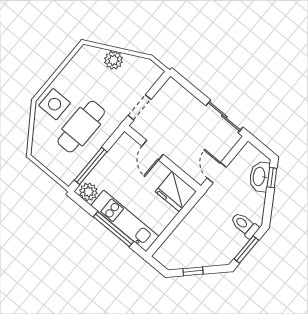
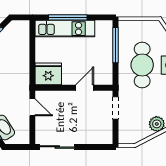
door: (153, 150) -> (85, 88), hinge flipped
plant: (88, 192) -> (103, 28), removed

